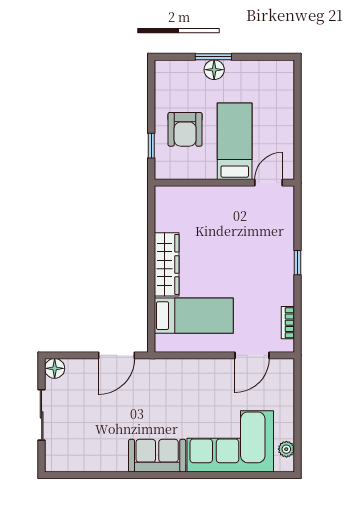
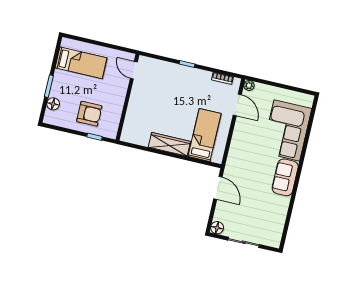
floor lamp: (214, 70) -> (53, 104), moved
bed: (235, 141) -> (81, 63), moved, turned 180
plant: (286, 449) -> (249, 86), moved

